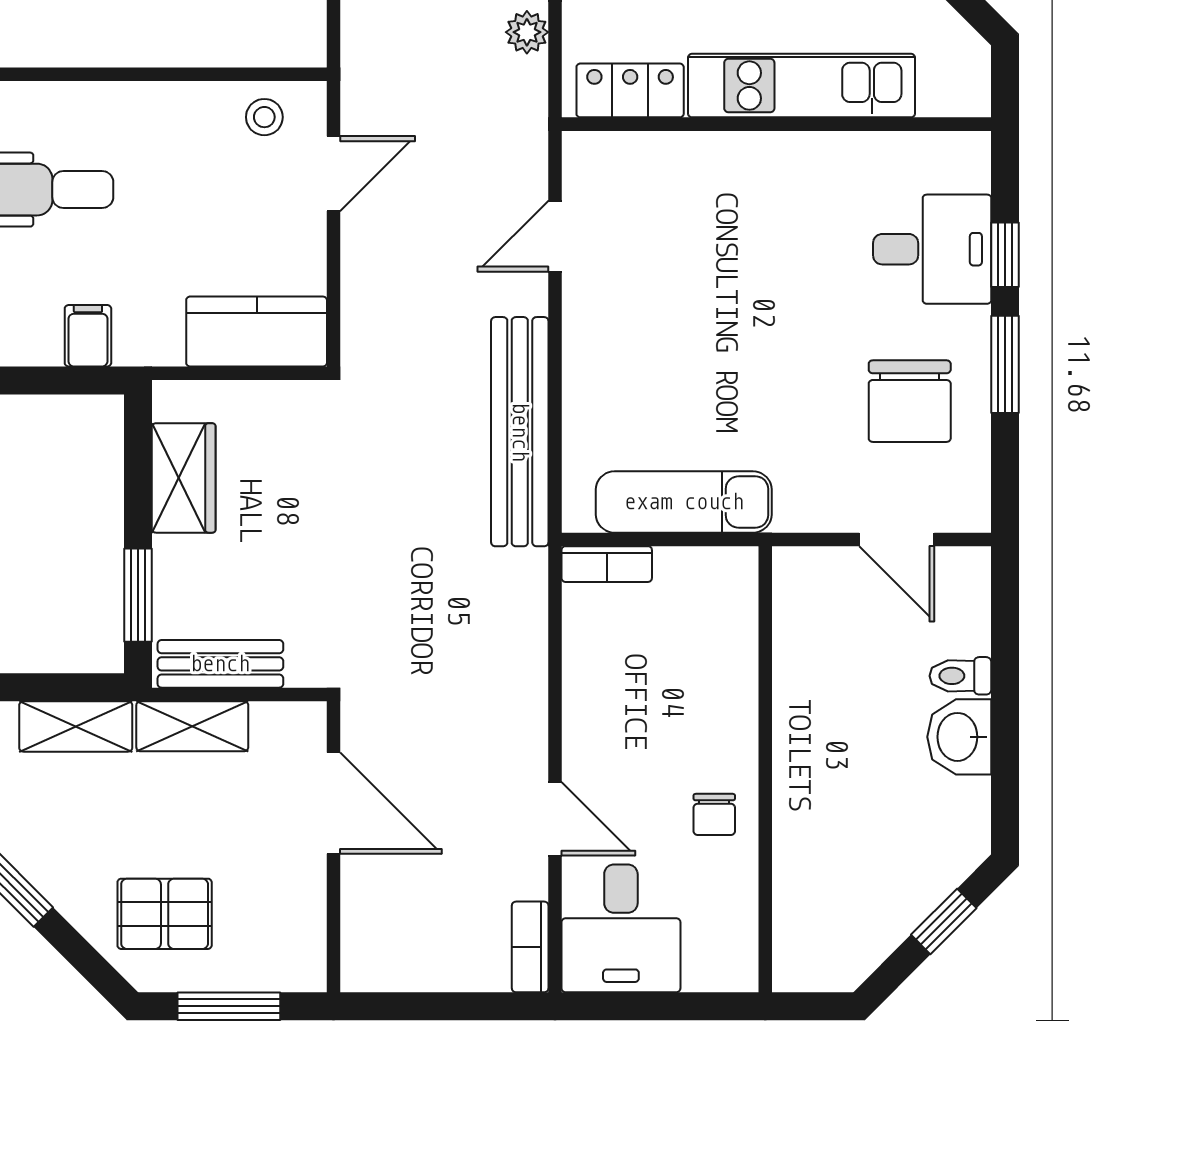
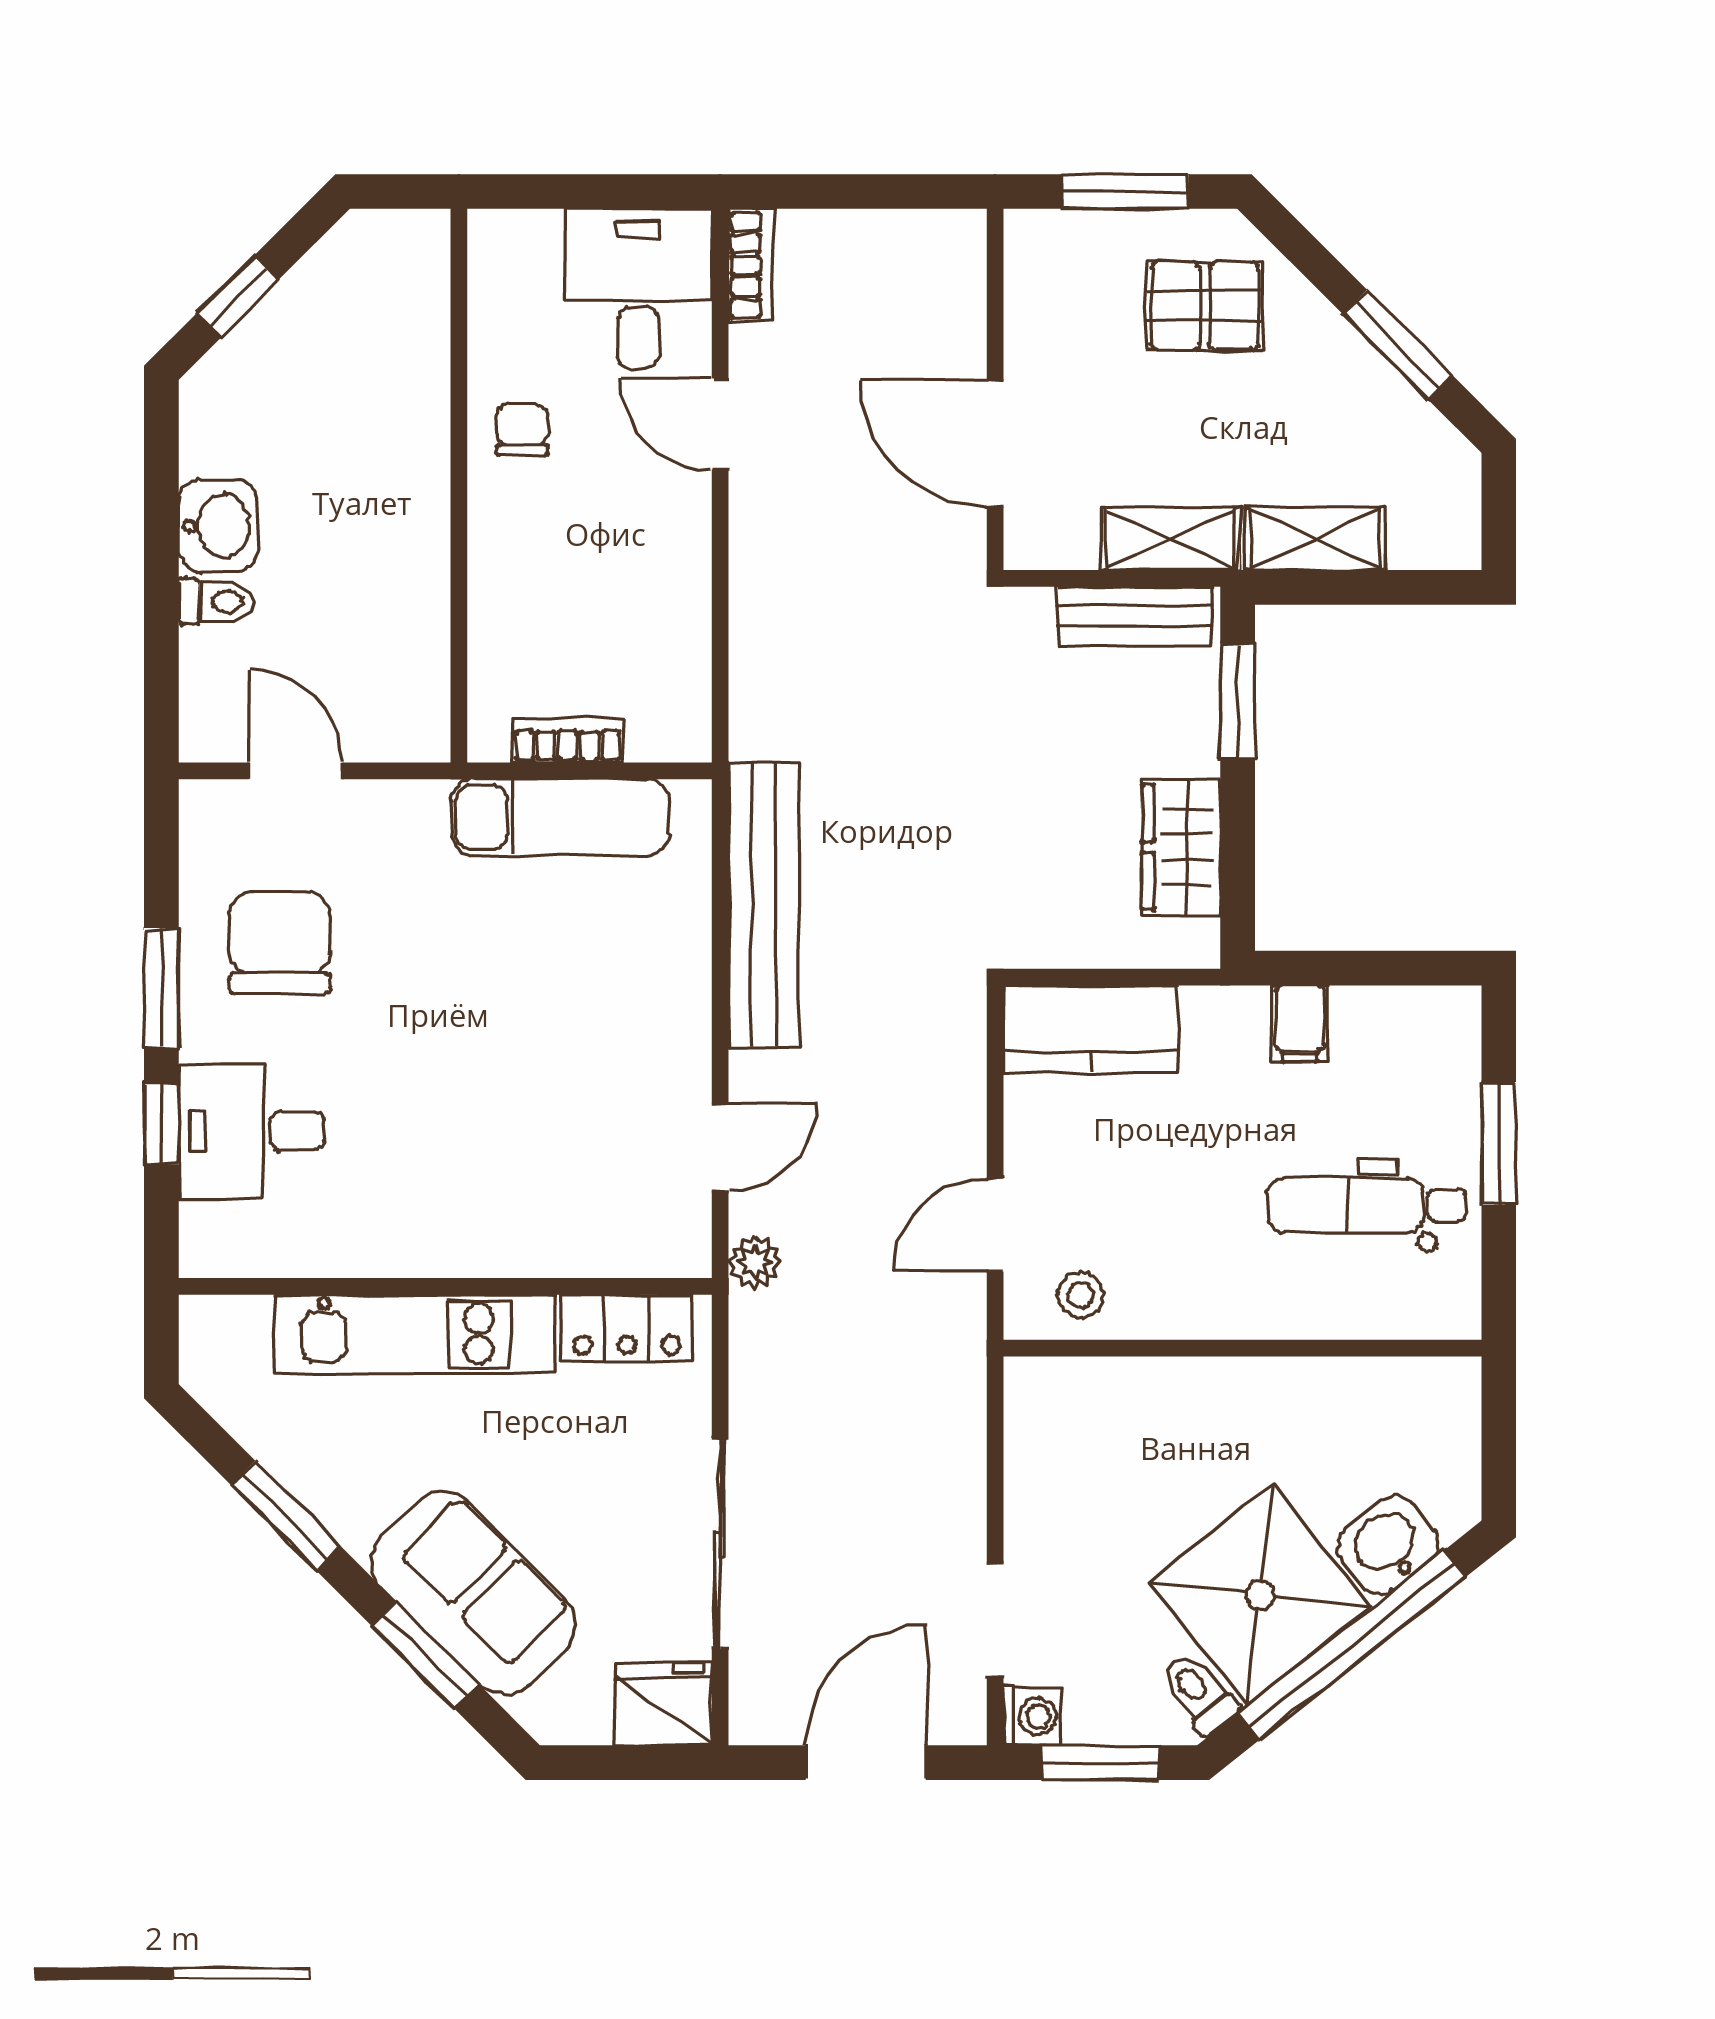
plant: (527, 32) -> (755, 1262), moved
bookcase: (607, 564) -> (568, 740), moved

